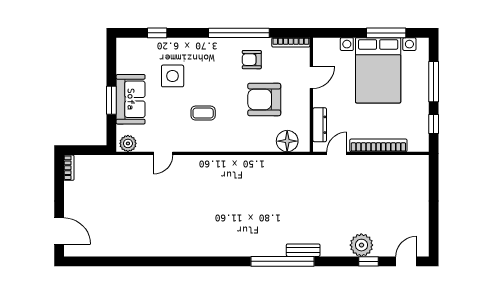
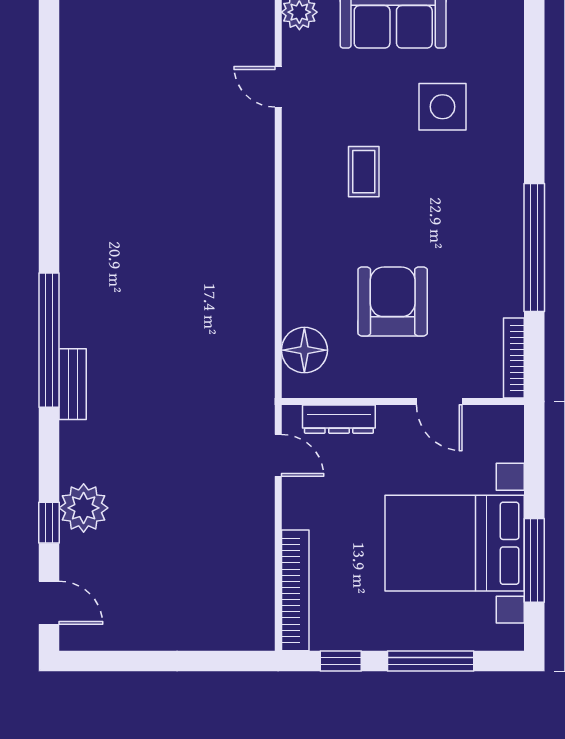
window: (157, 33) -> (534, 74), removed
armchair: (252, 60) -> (477, 275), removed
bookcase: (378, 145) -> (295, 590), moved

